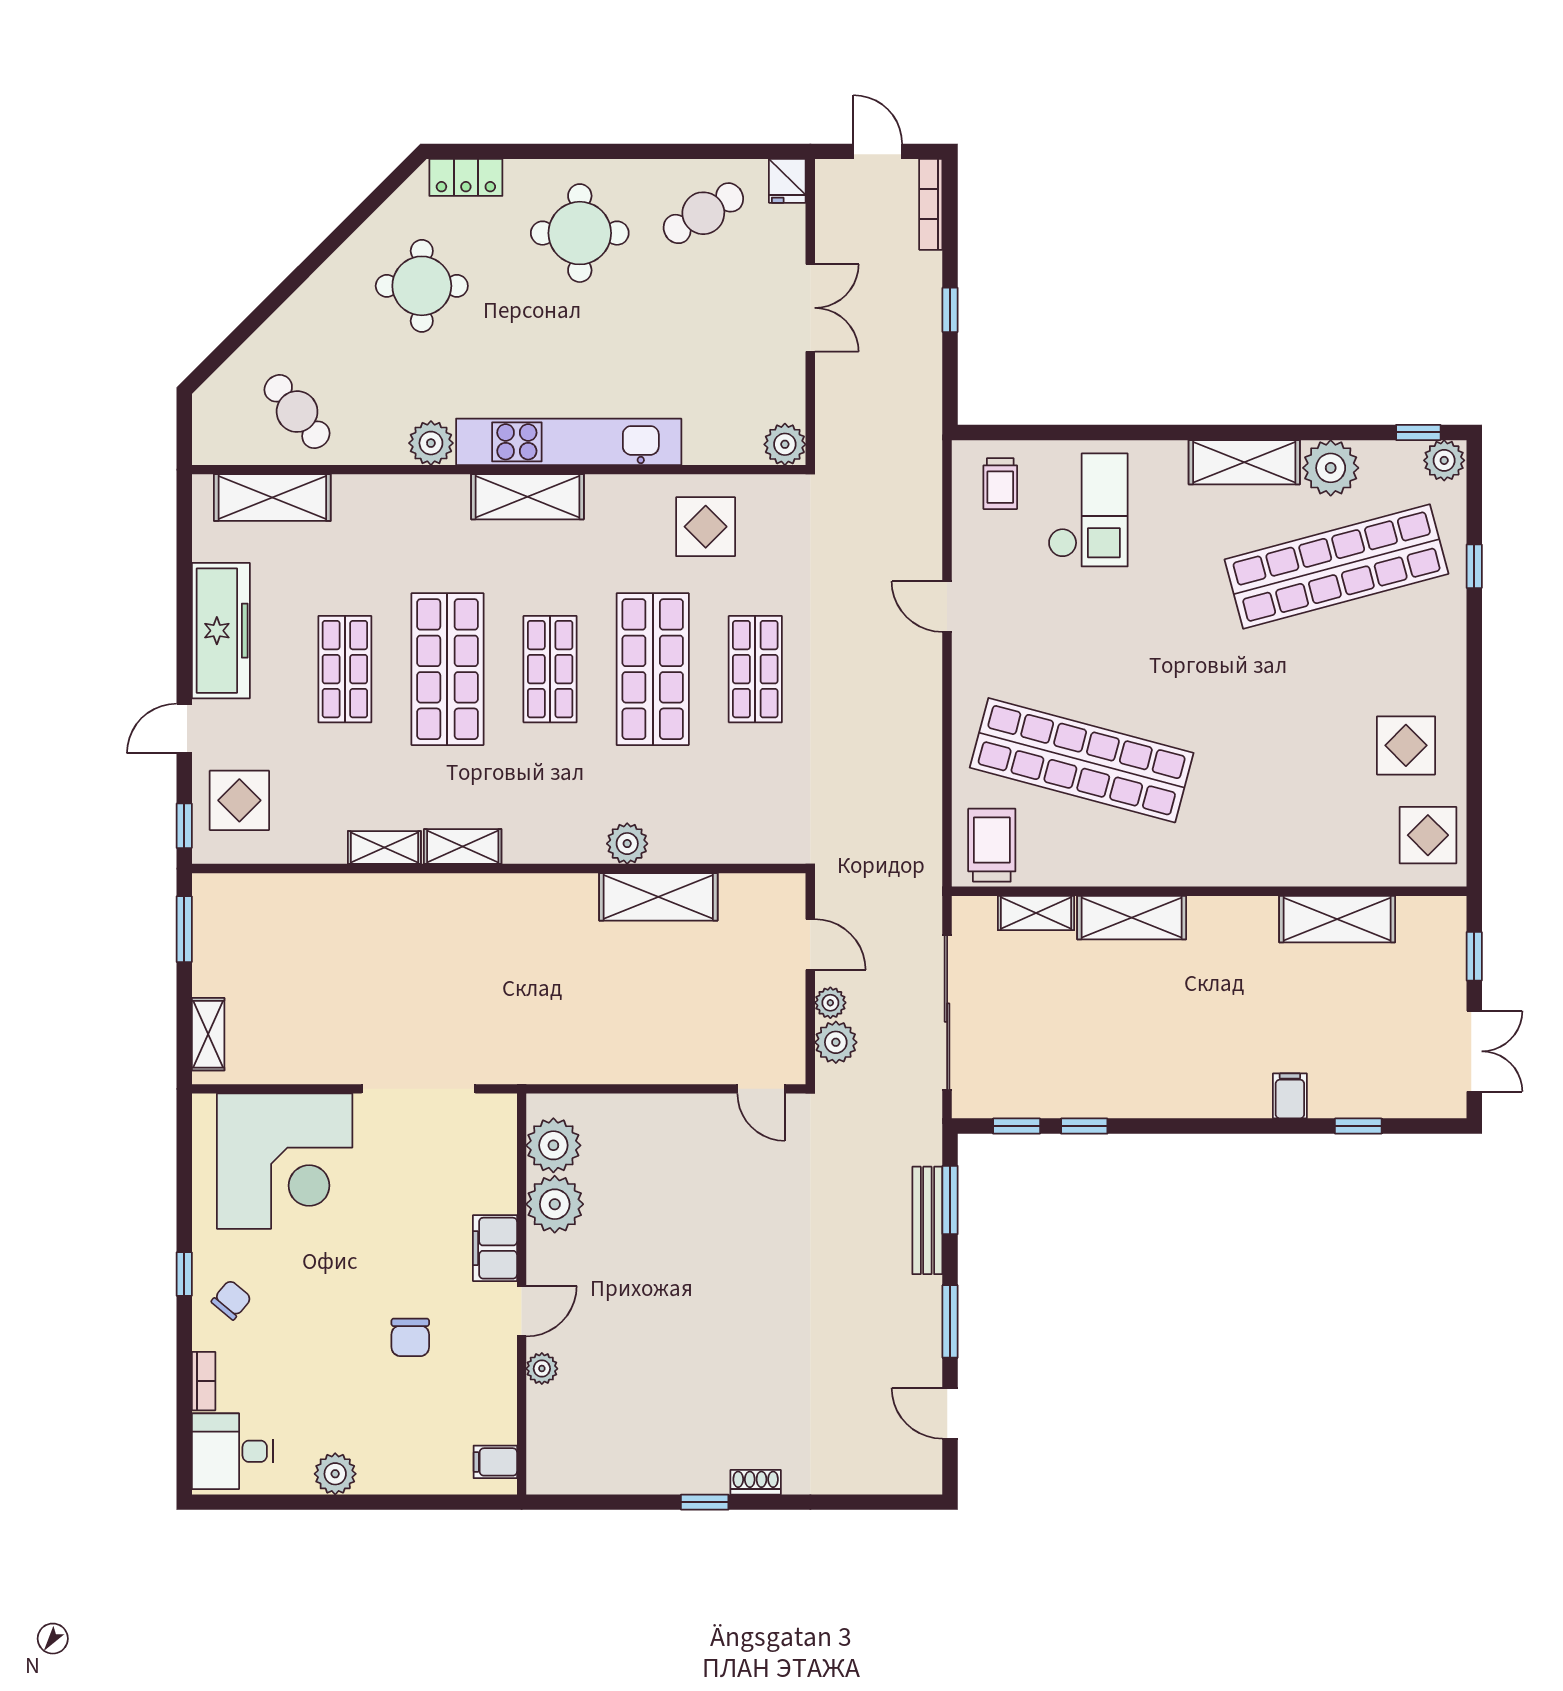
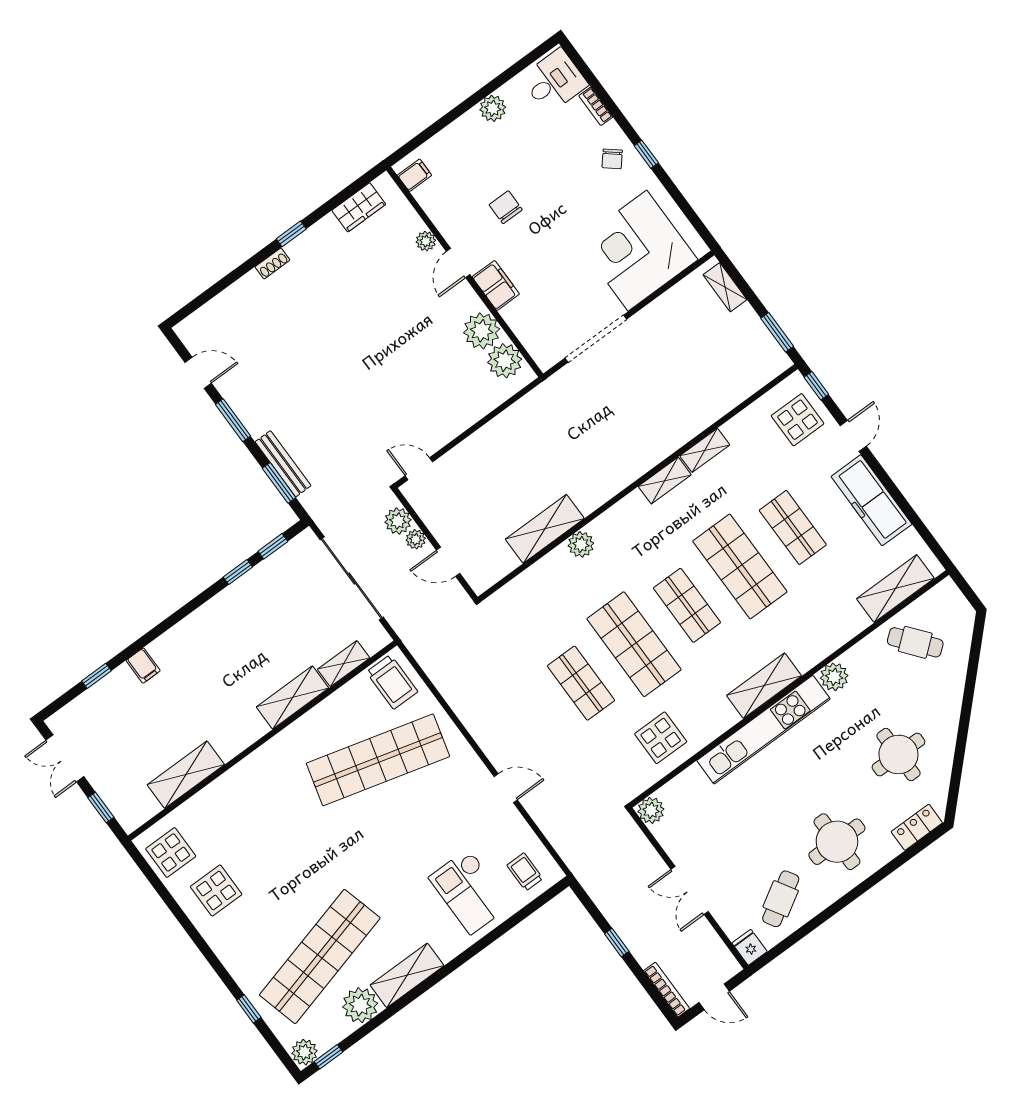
wardrobe: (595, 1473) -> (359, 207), added

